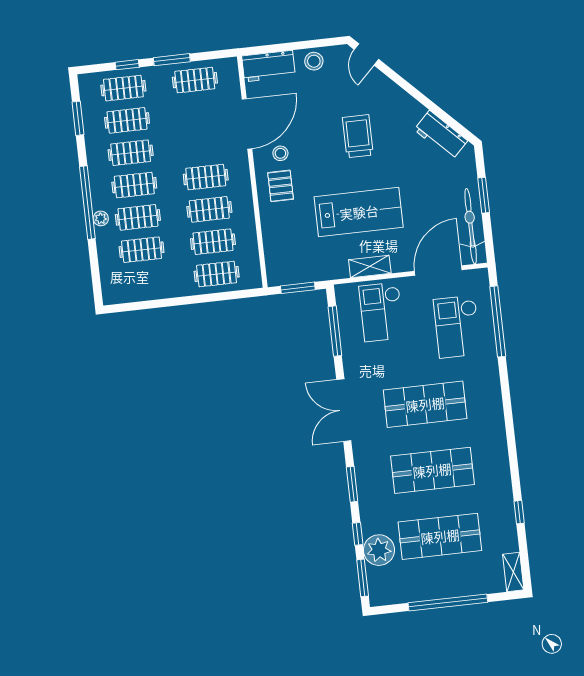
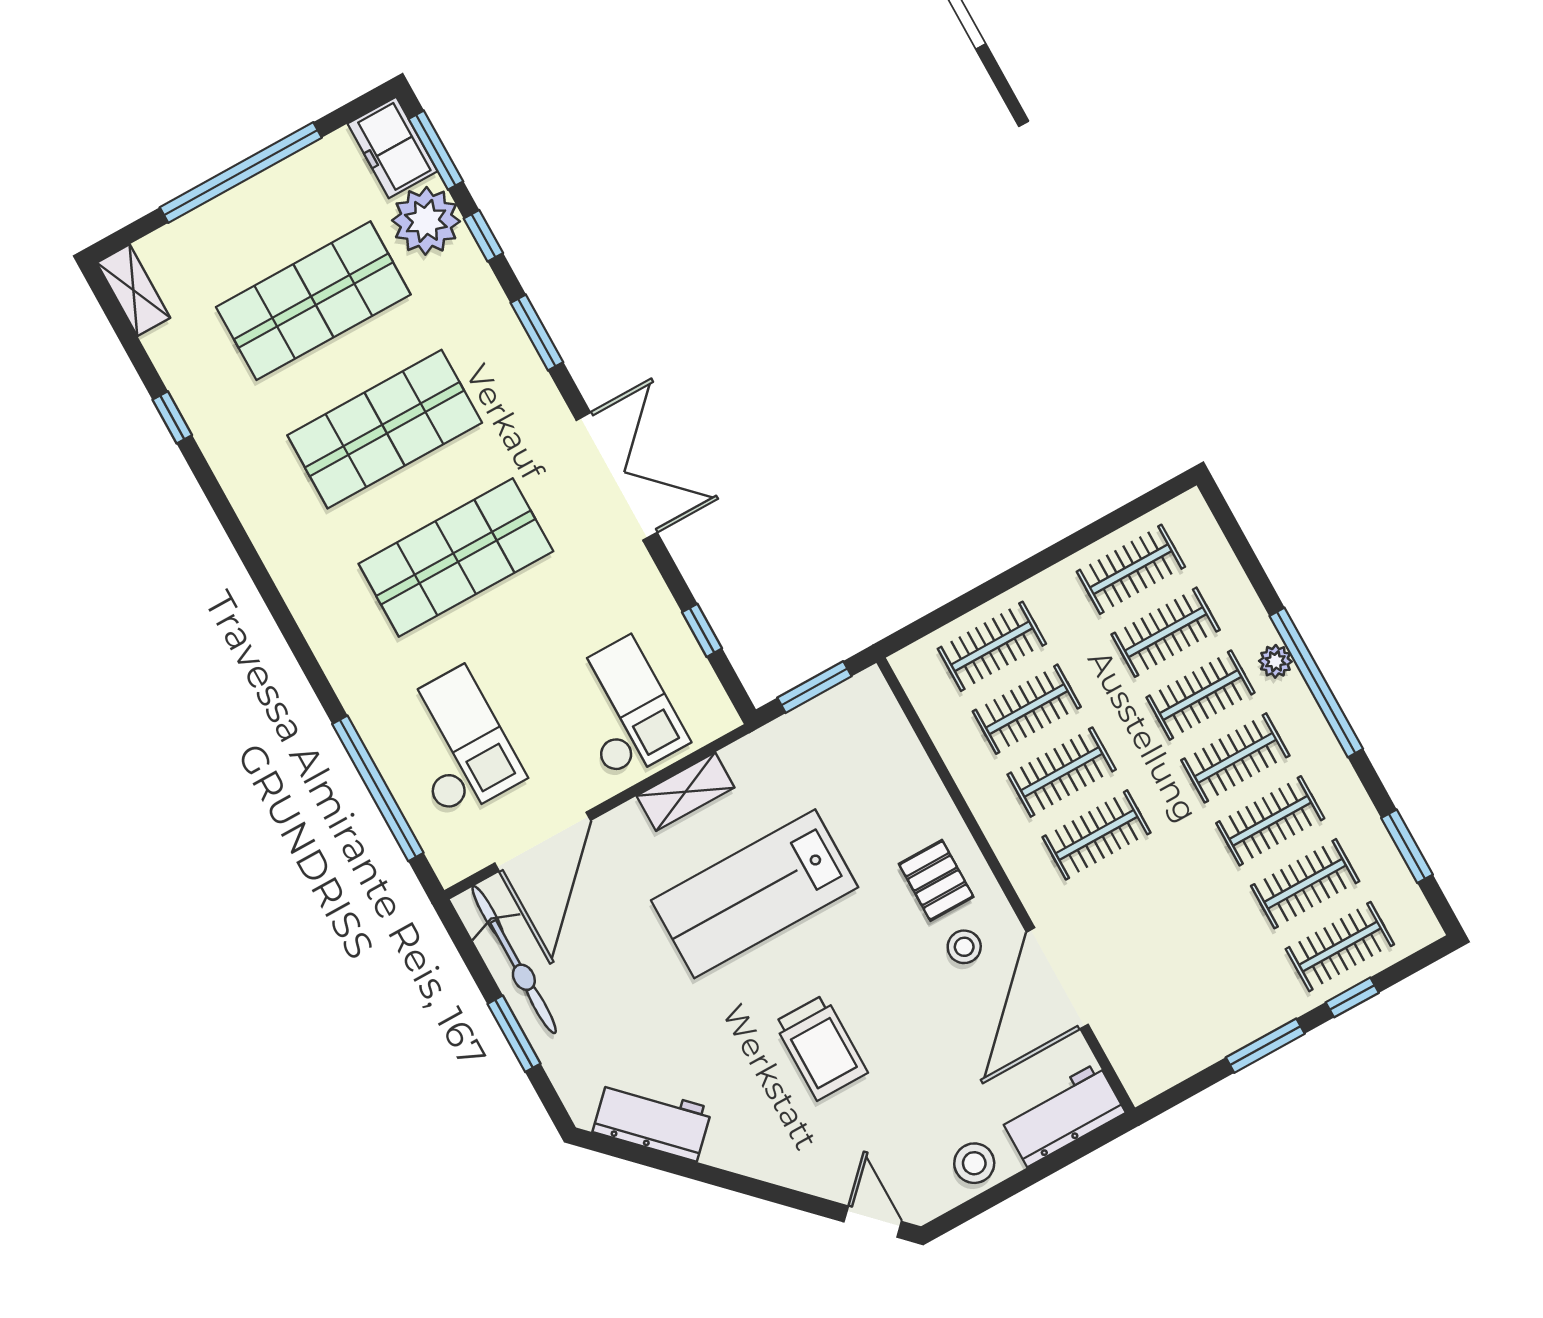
clothes rail: (195, 80) -> (1131, 569), moved
window: (335, 331) -> (702, 630), width x0.46
freezer: (380, 587) -> (392, 147), added

